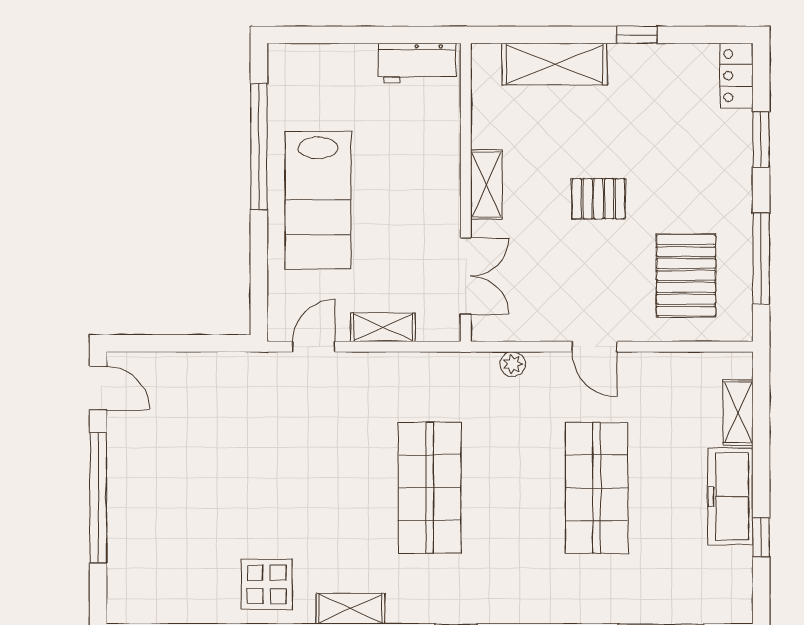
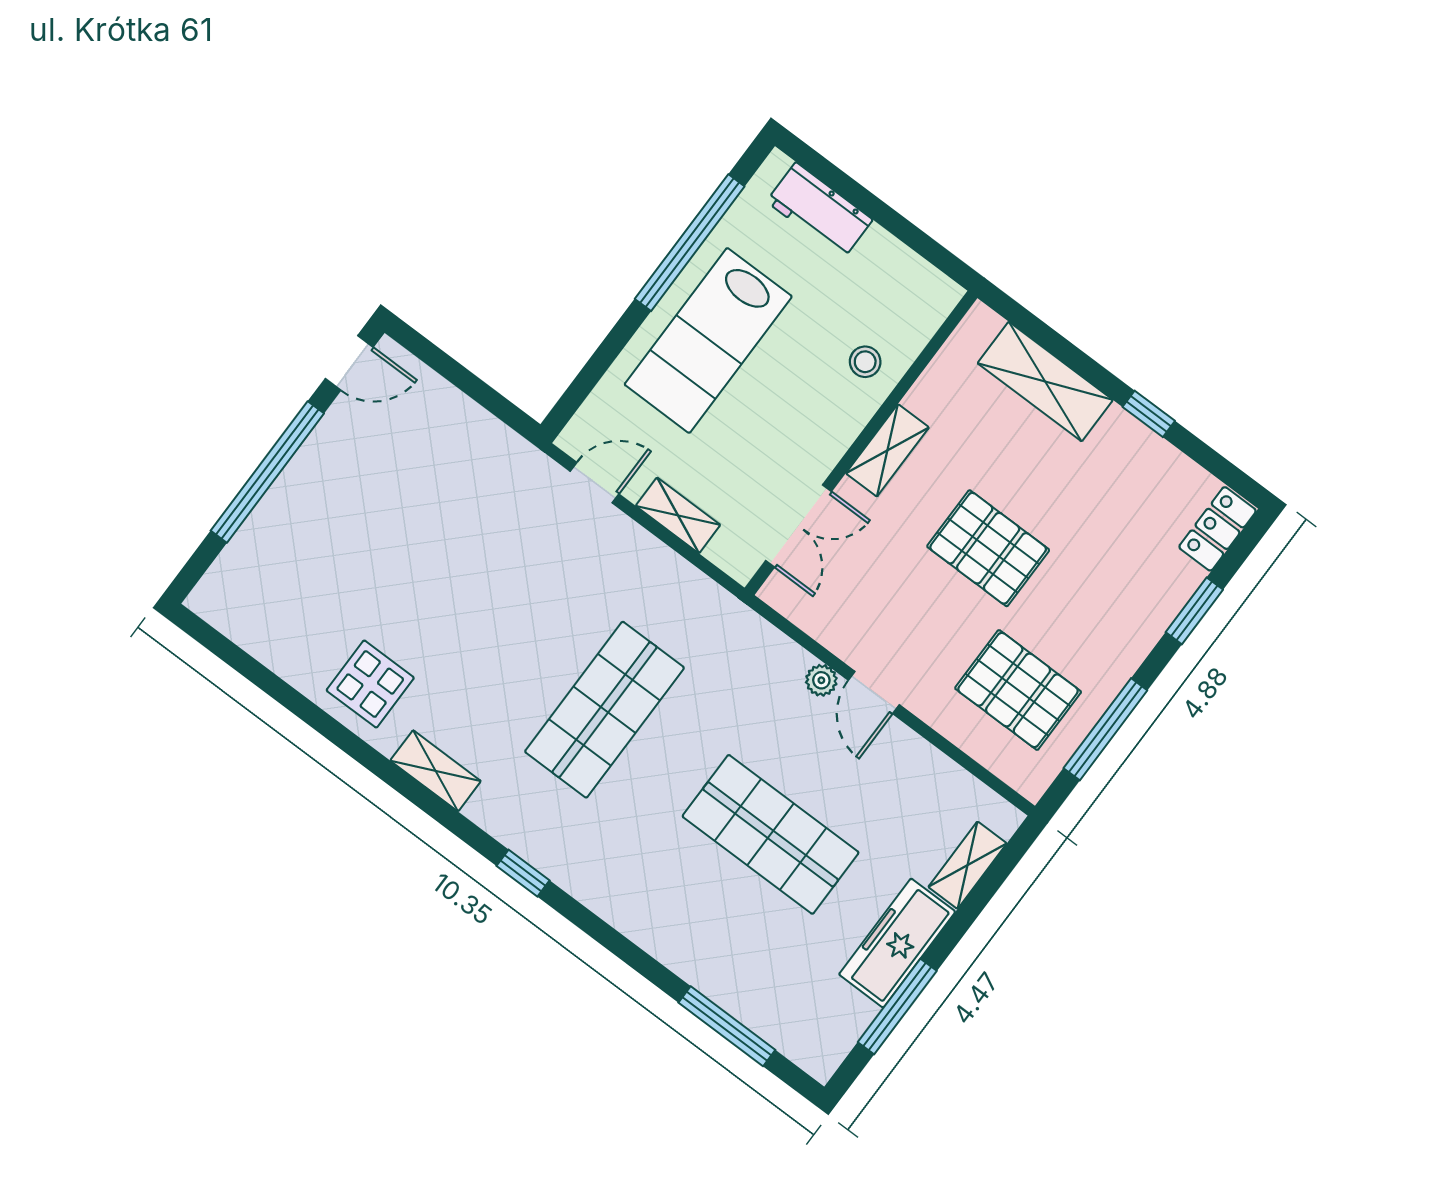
workbench: (417, 63) -> (819, 211), moved
stool: (429, 138) -> (865, 362), added
pallet: (598, 199) -> (988, 548), width x1.50, depth x1.42
pallet: (686, 275) -> (1018, 690), turned 90
plant: (513, 364) -> (821, 680), moved
door: (98, 388) -> (349, 363), hinge flipped
shop shelf: (597, 488) -> (771, 834), turned 90
window: (761, 537) -> (897, 1007), width x2.17

